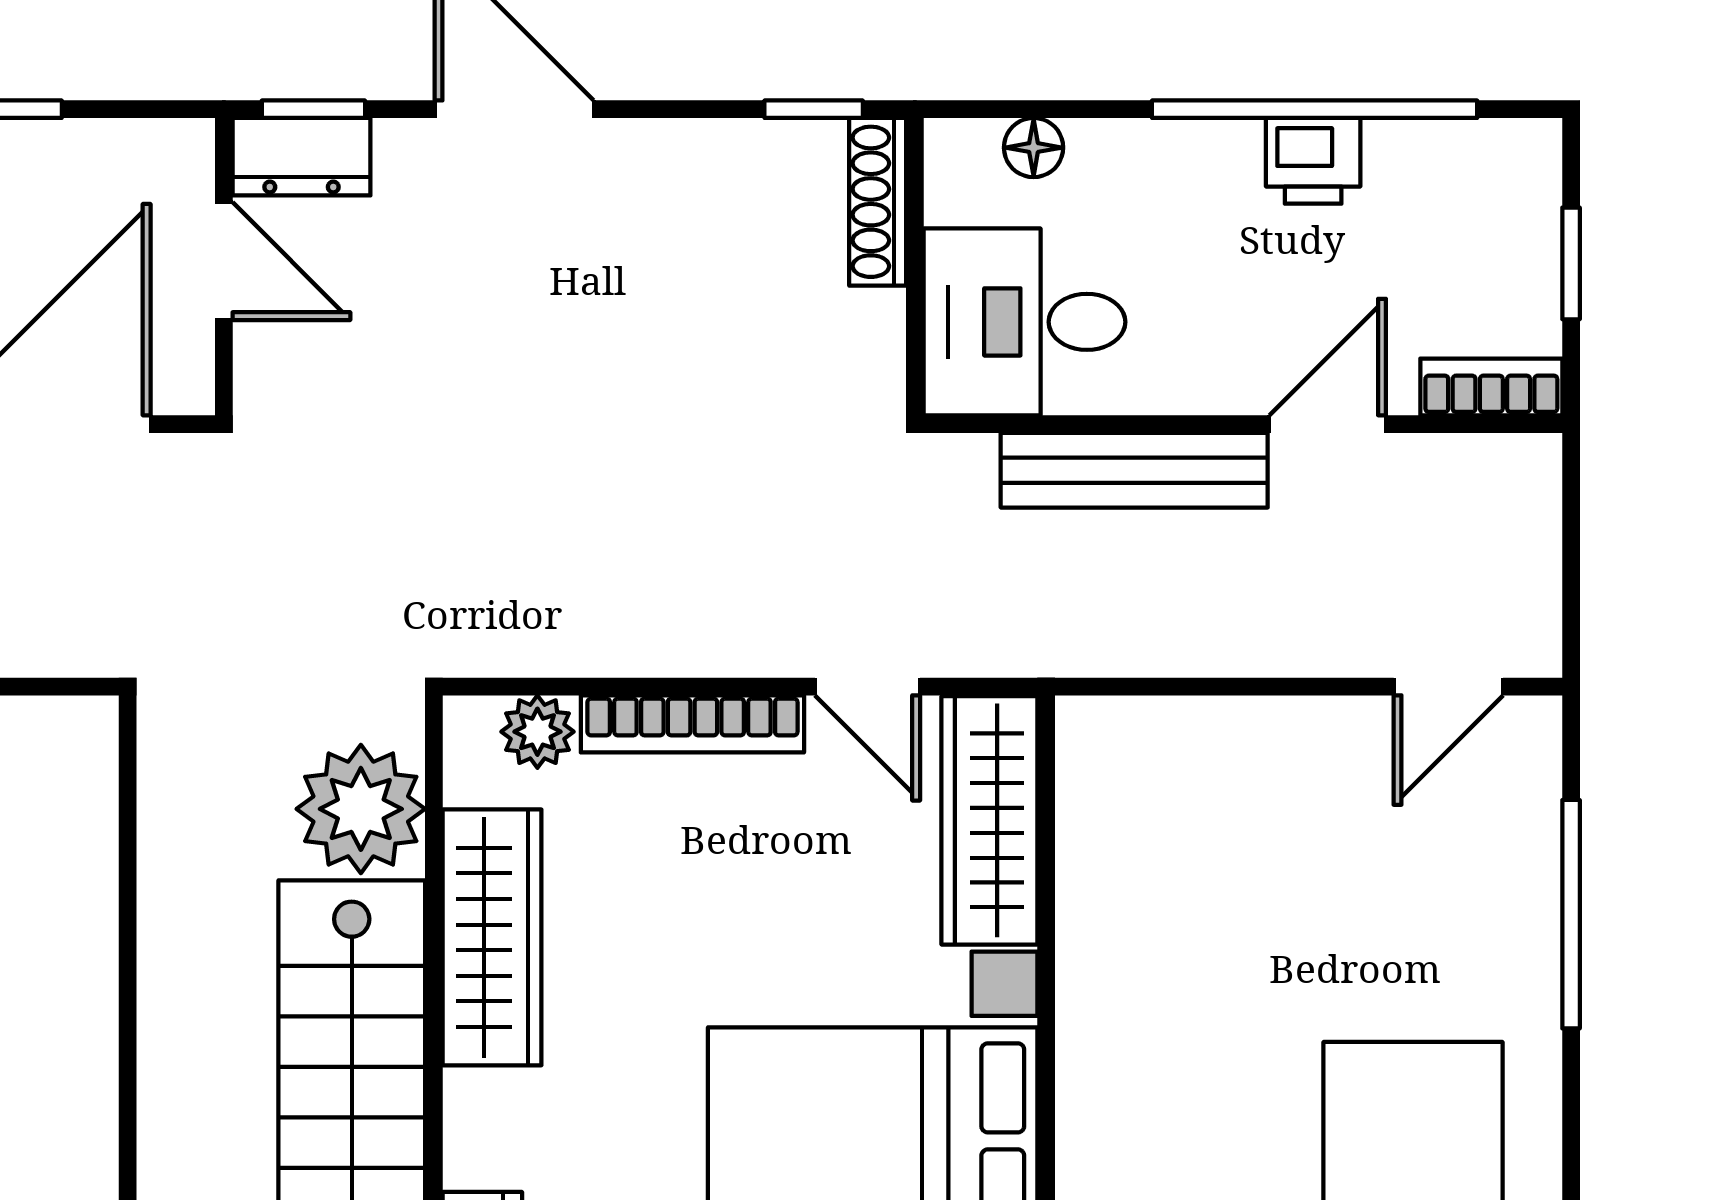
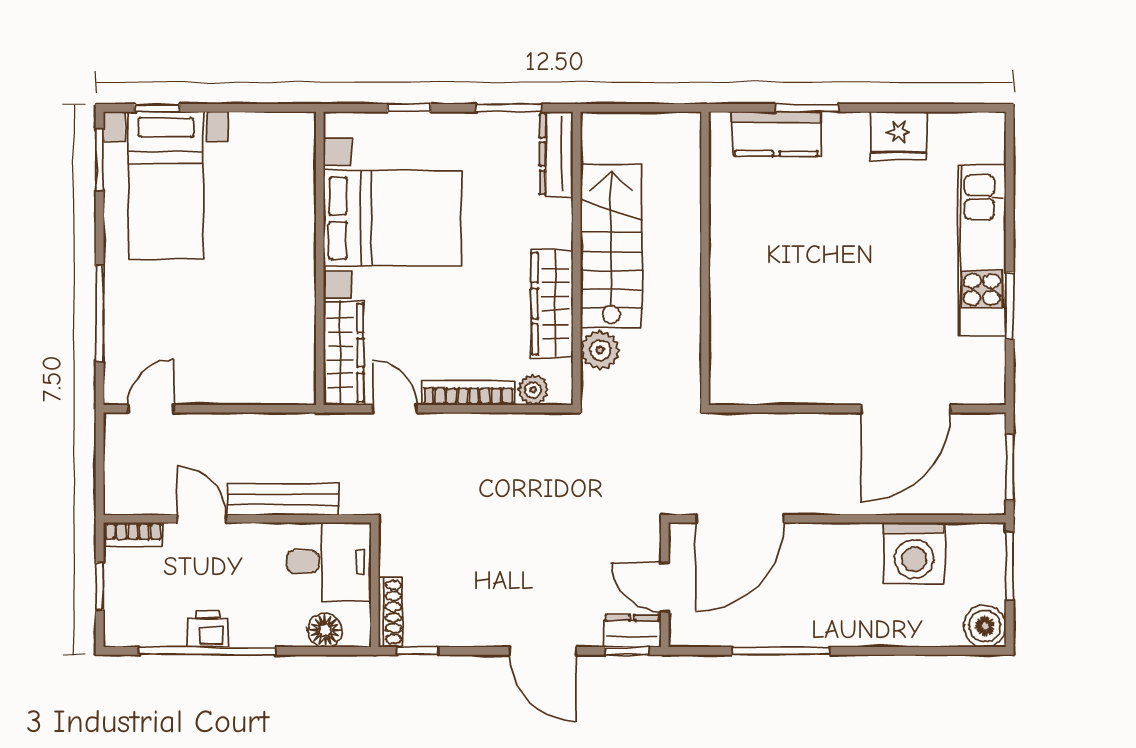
floor lamp: (1034, 148) -> (325, 630), width x1.37, depth x1.37
door: (1328, 424) -> (202, 519), swing flipped
plant: (361, 809) -> (600, 350), width x0.73, depth x0.73

